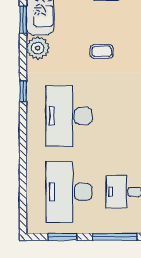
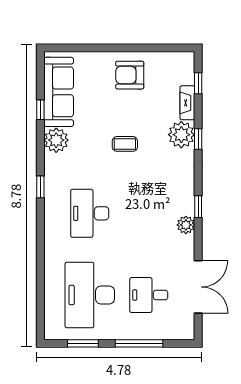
window: (23, 20) -> (40, 110), width x0.67
desk: (69, 116) -> (90, 213), width x0.73, depth x0.77

